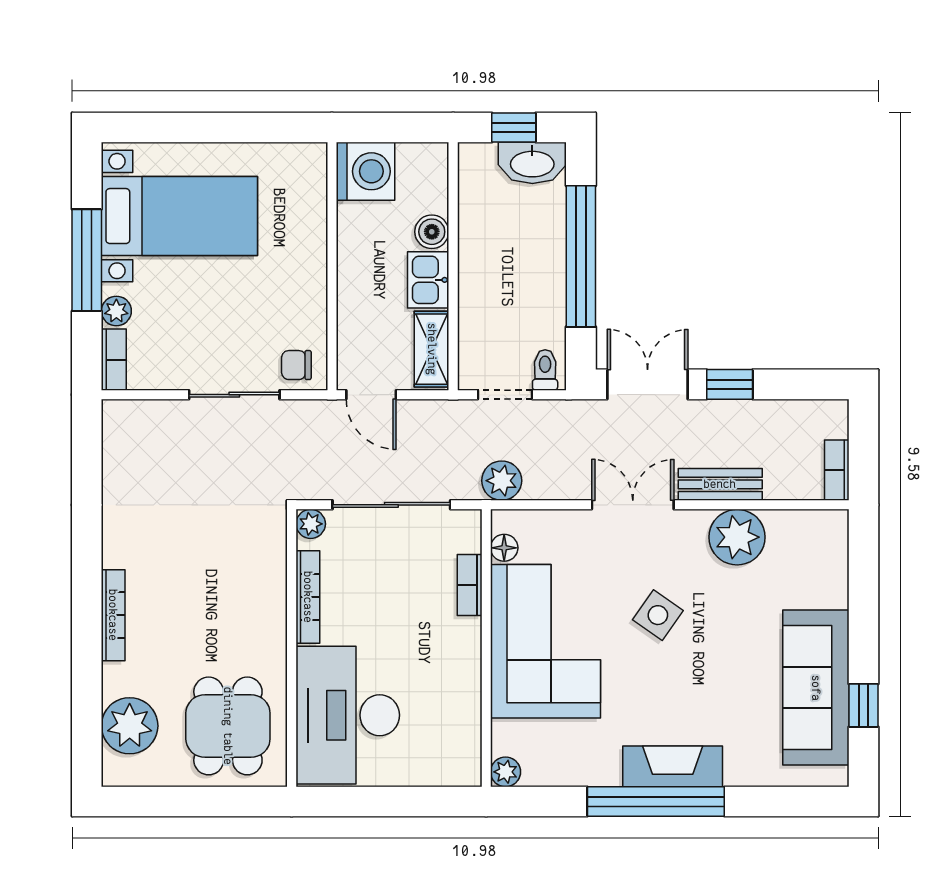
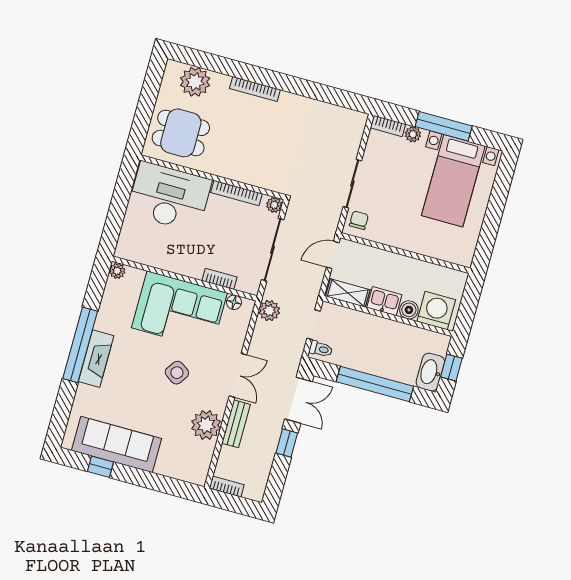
washing machine: (366, 171) -> (436, 311), moved, turned 180

